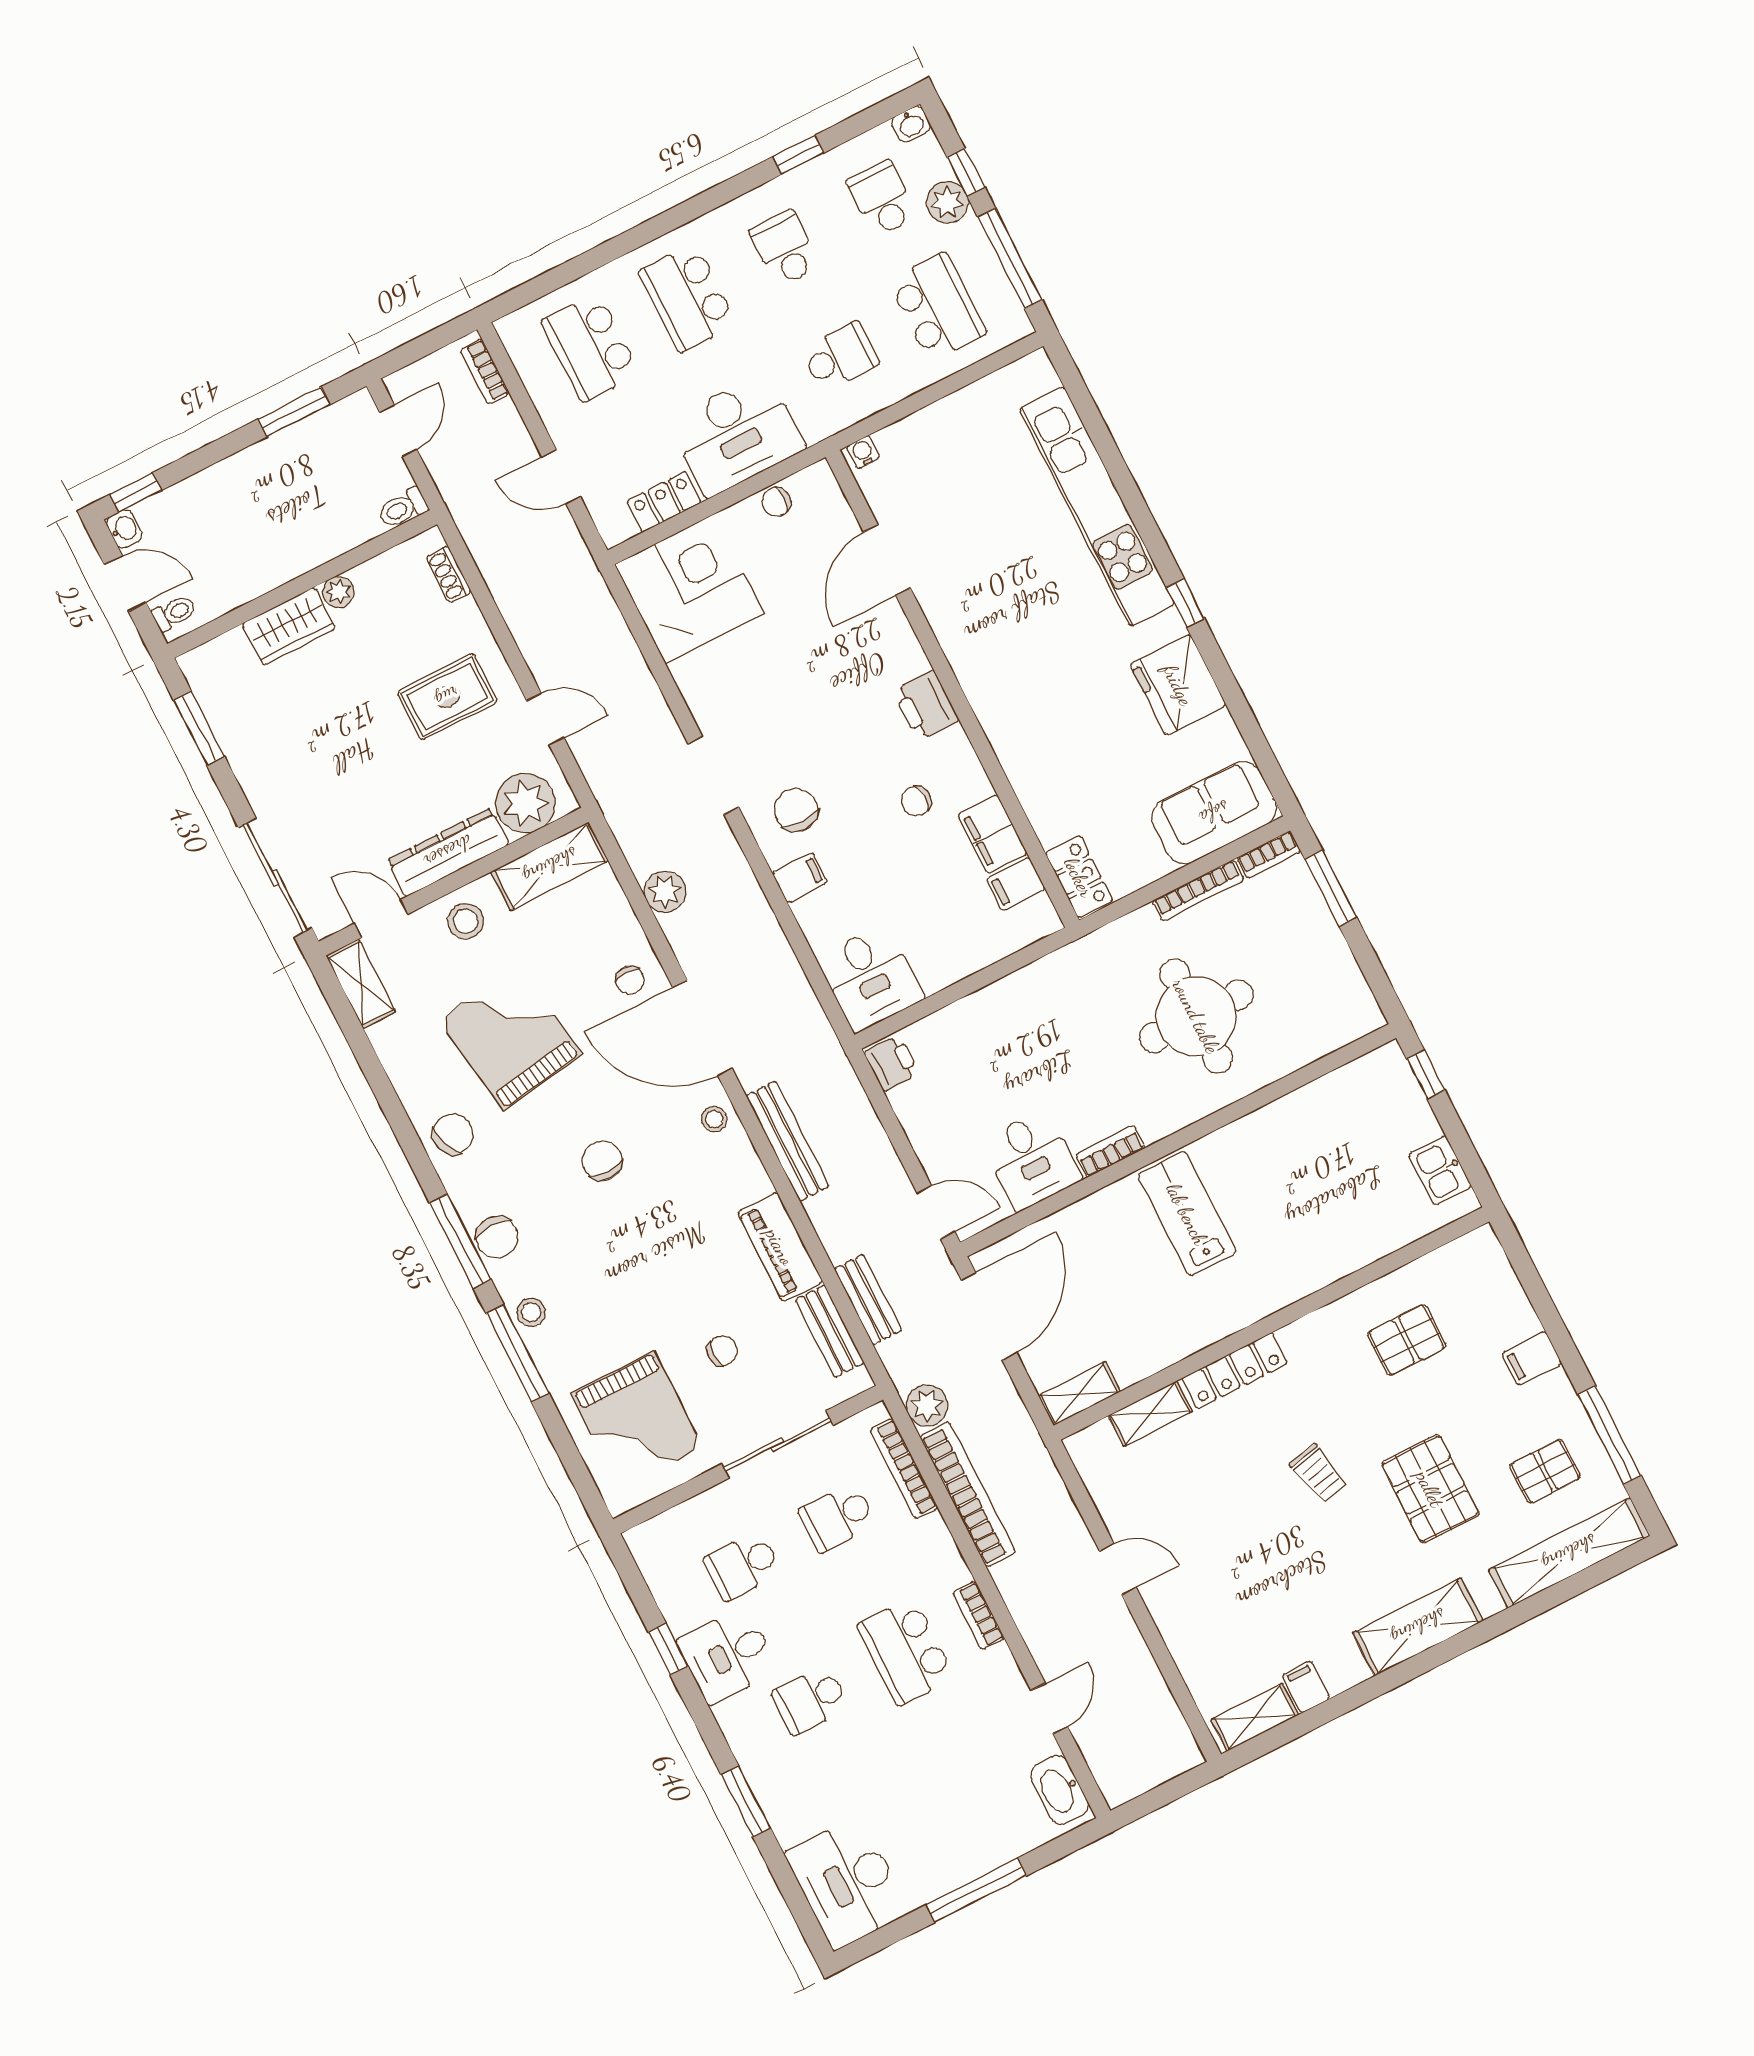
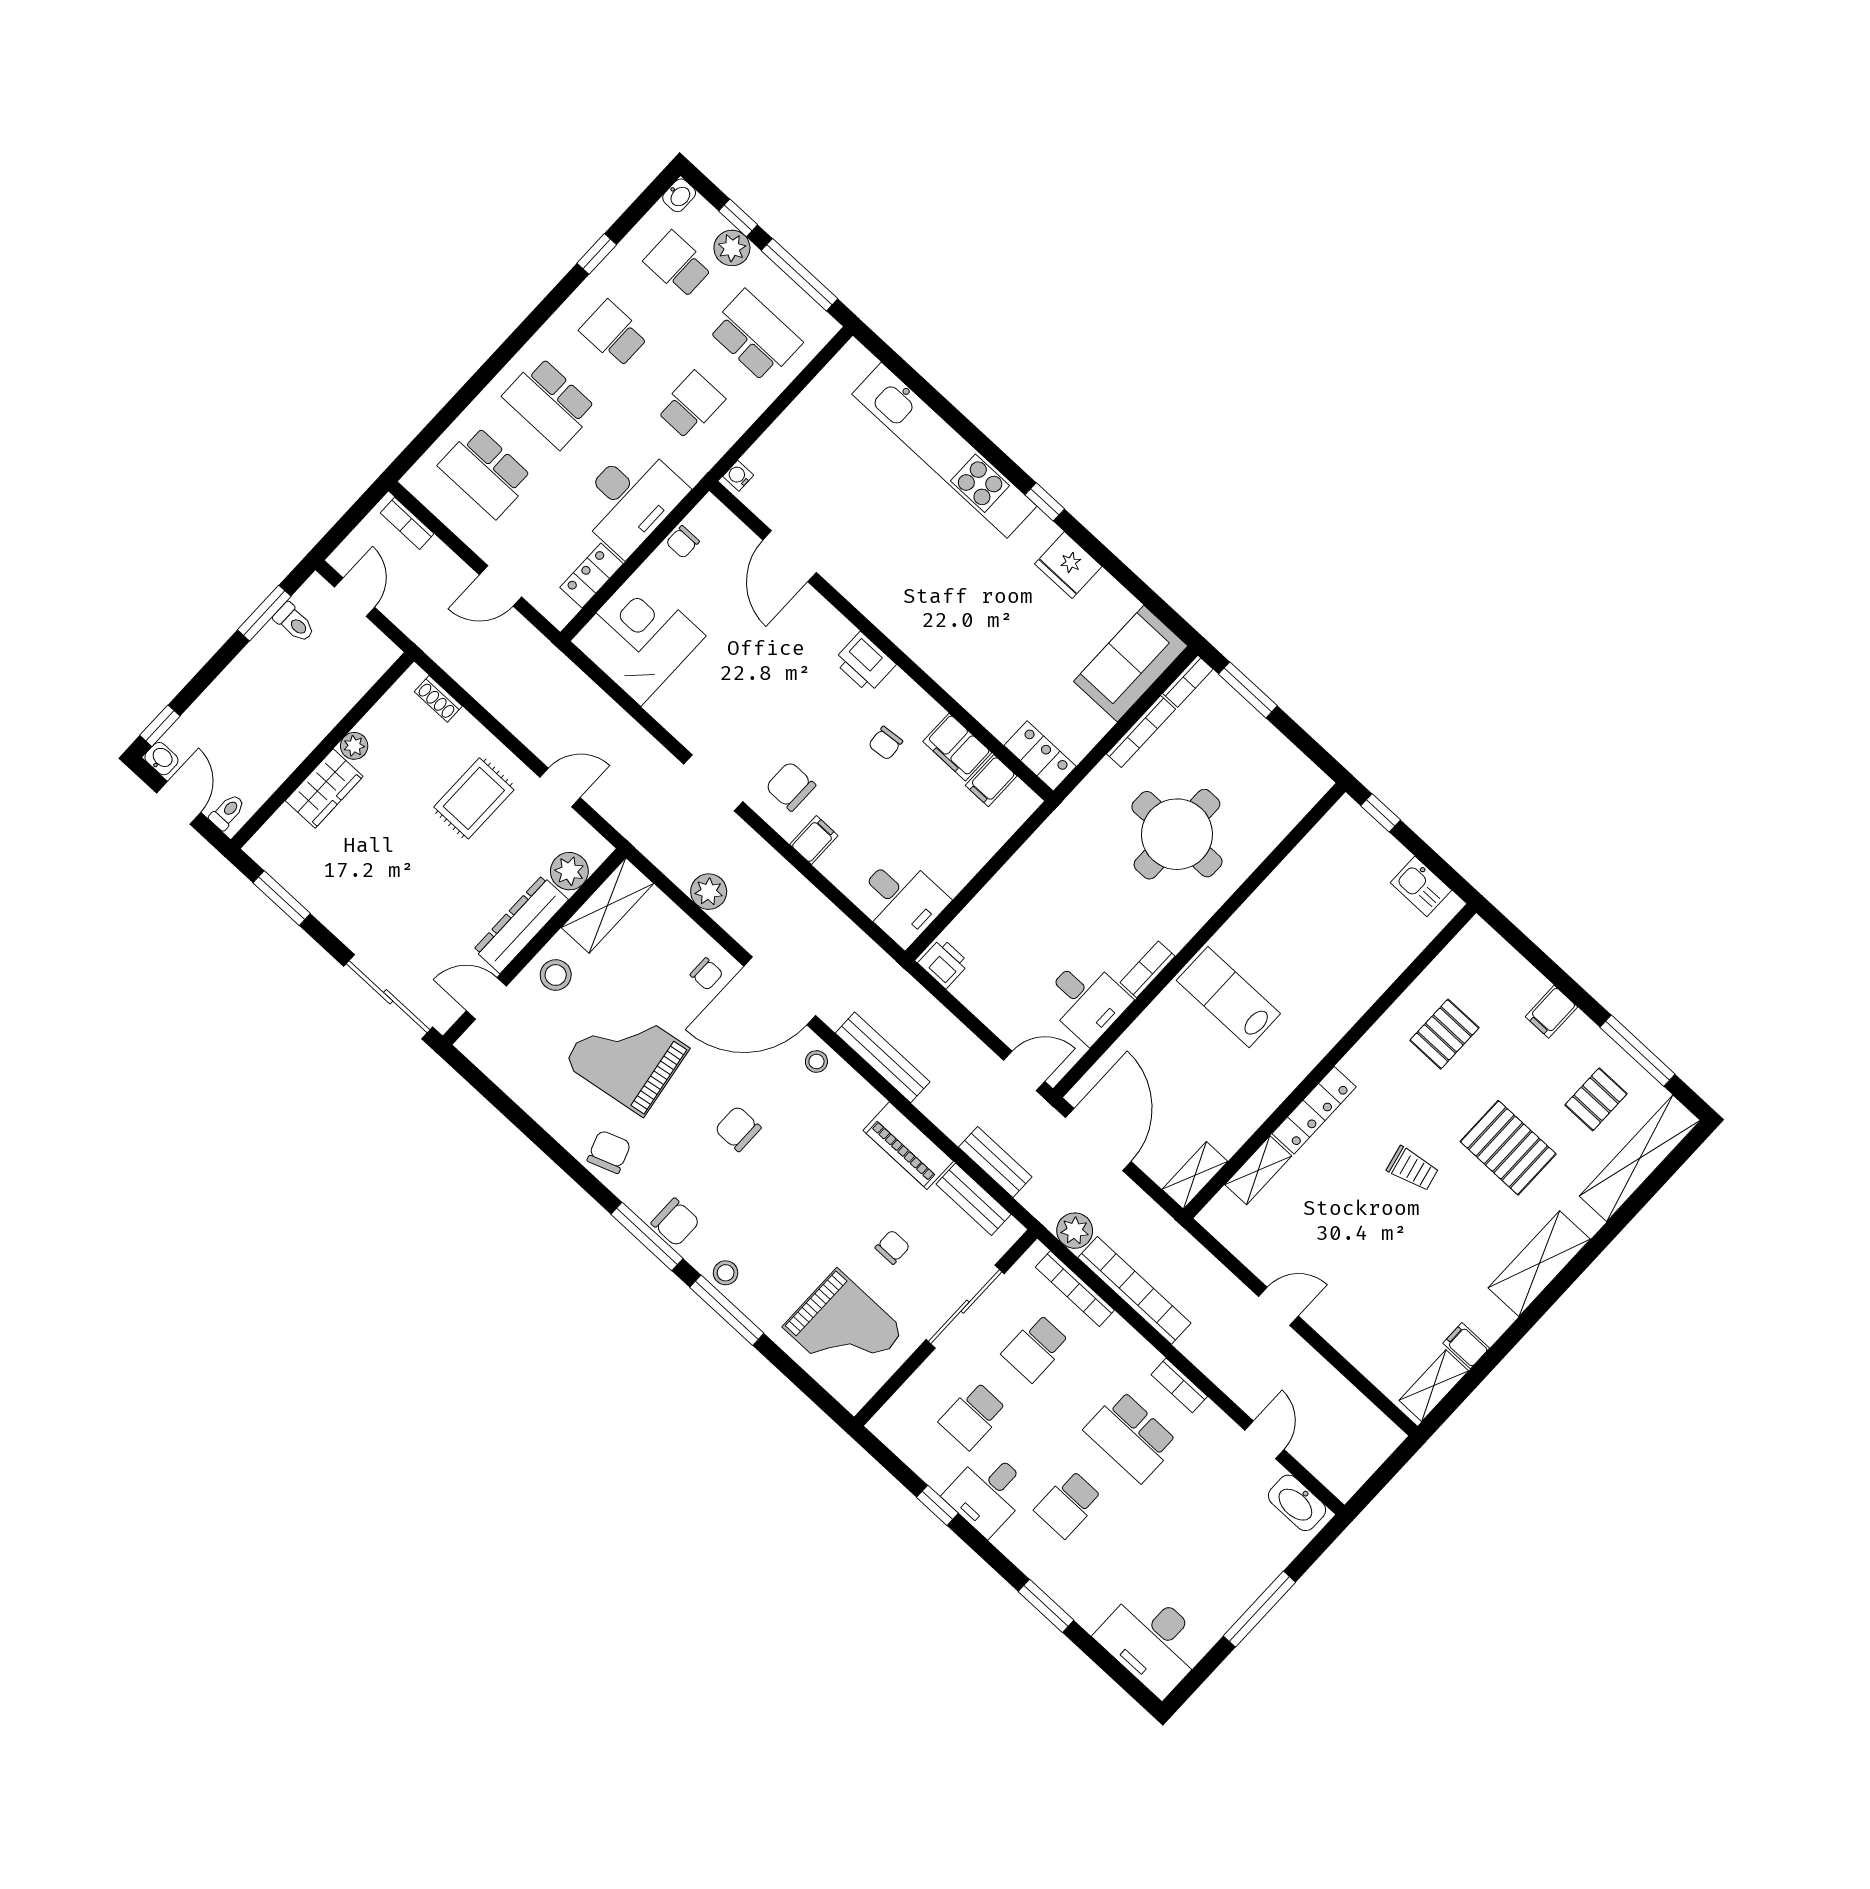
toilet: (403, 508) -> (294, 623), moved, turned -90
door: (125, 584) -> (179, 803), hinge flipped
fridge: (1178, 685) -> (1068, 565), width x0.73, depth x0.75
plant: (525, 803) -> (569, 871), width x0.73, depth x0.73
shelving: (361, 984) -> (489, 1057), removed

